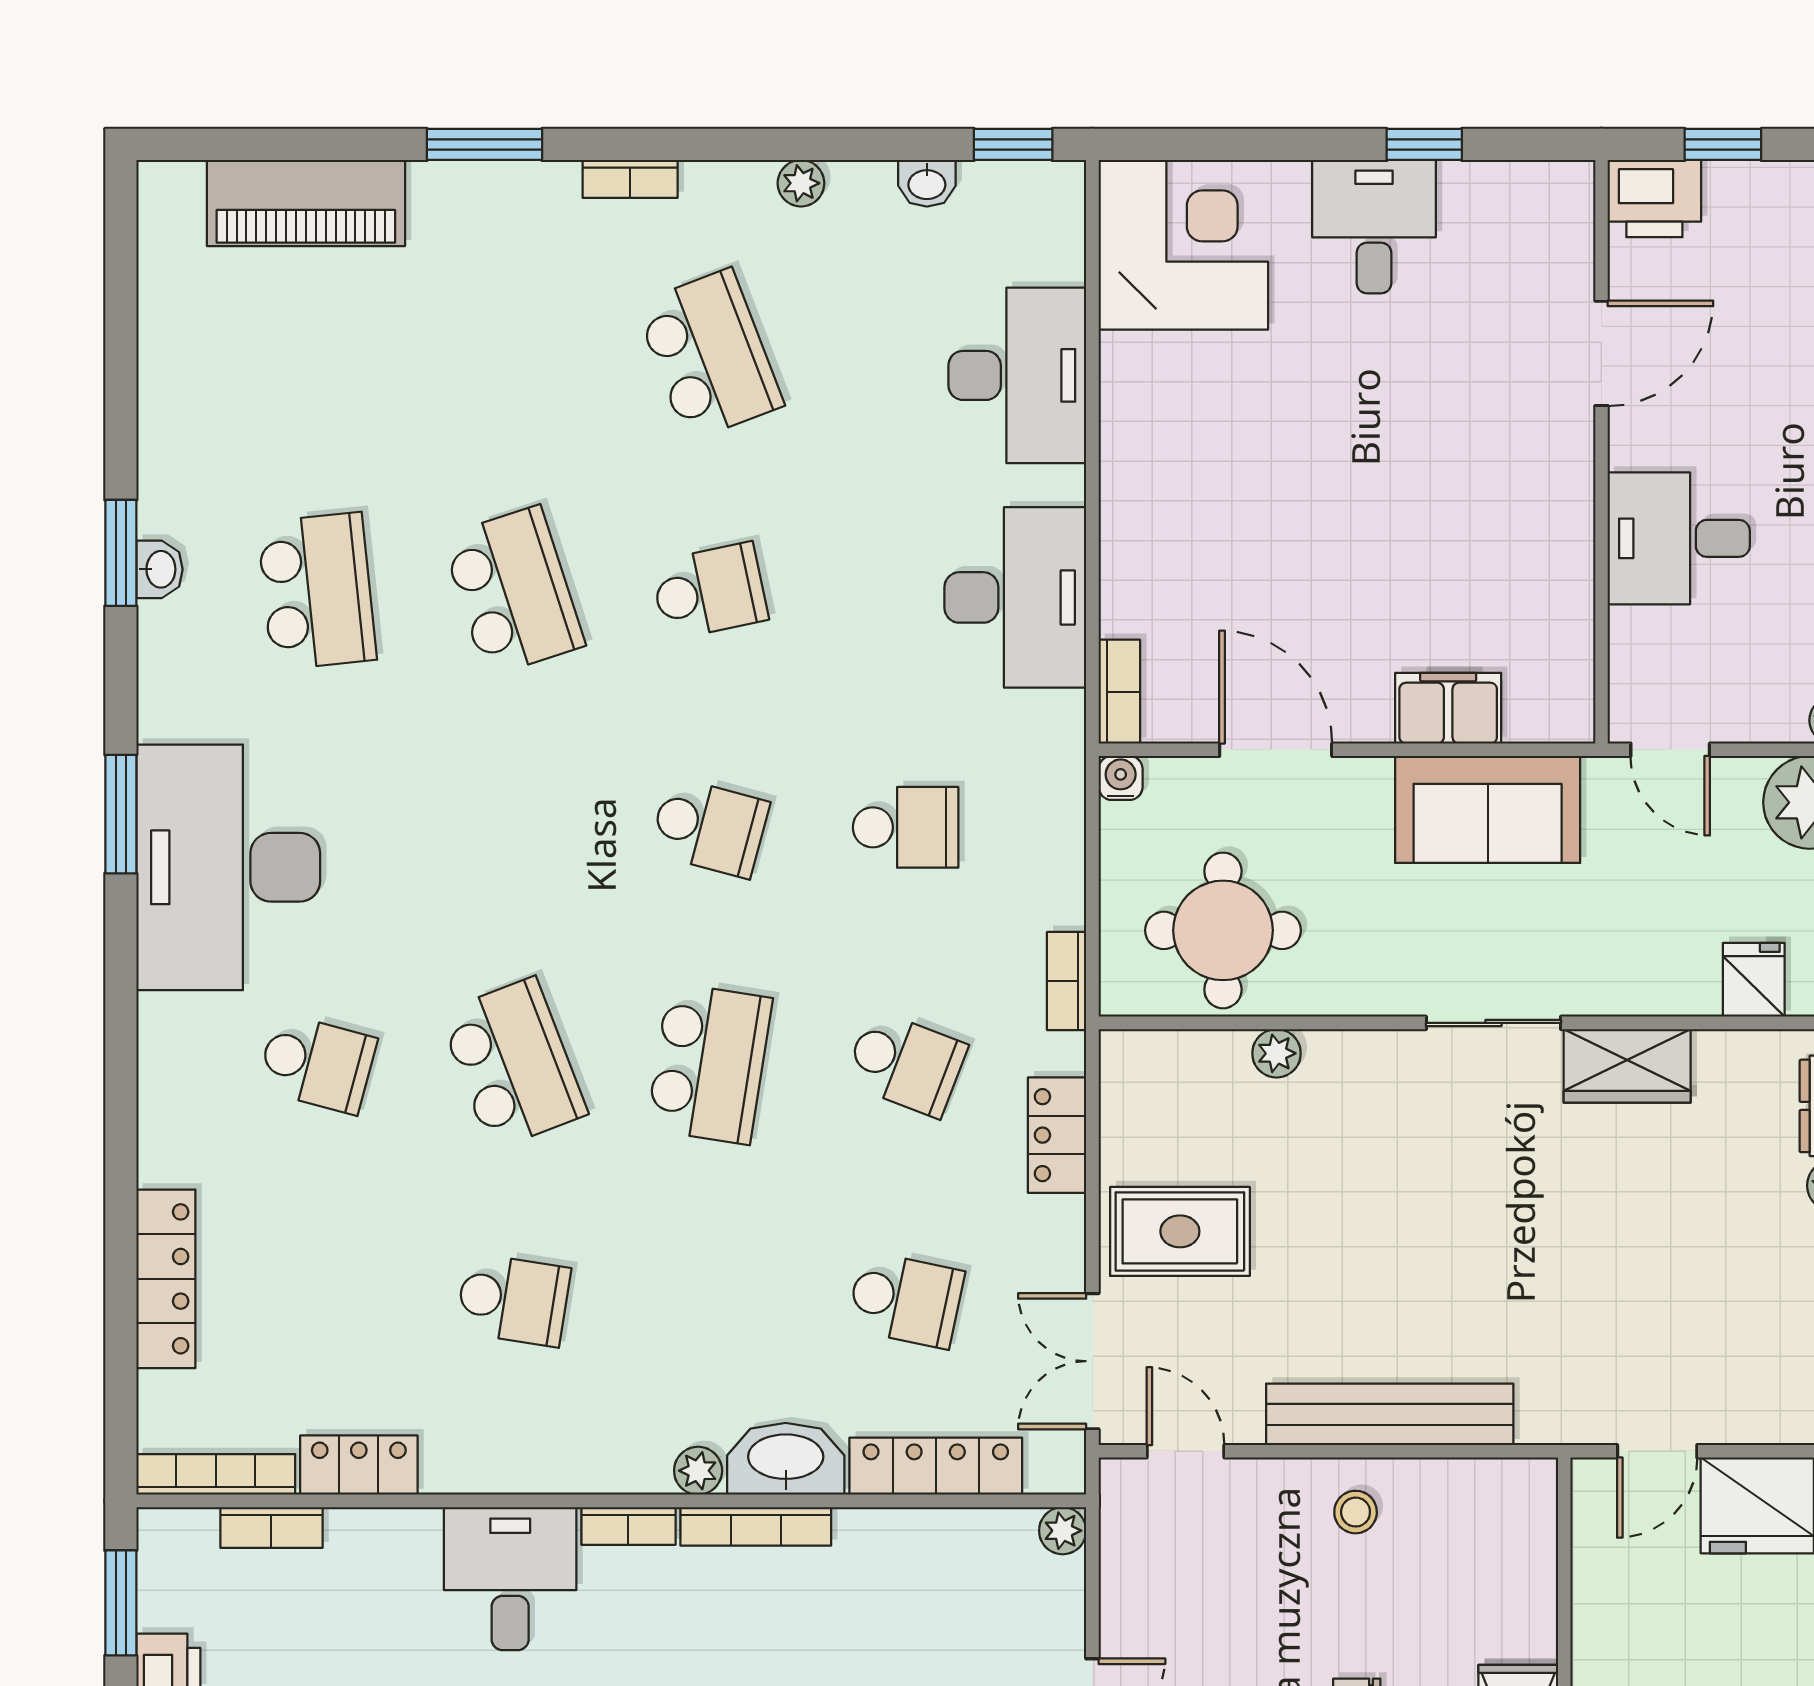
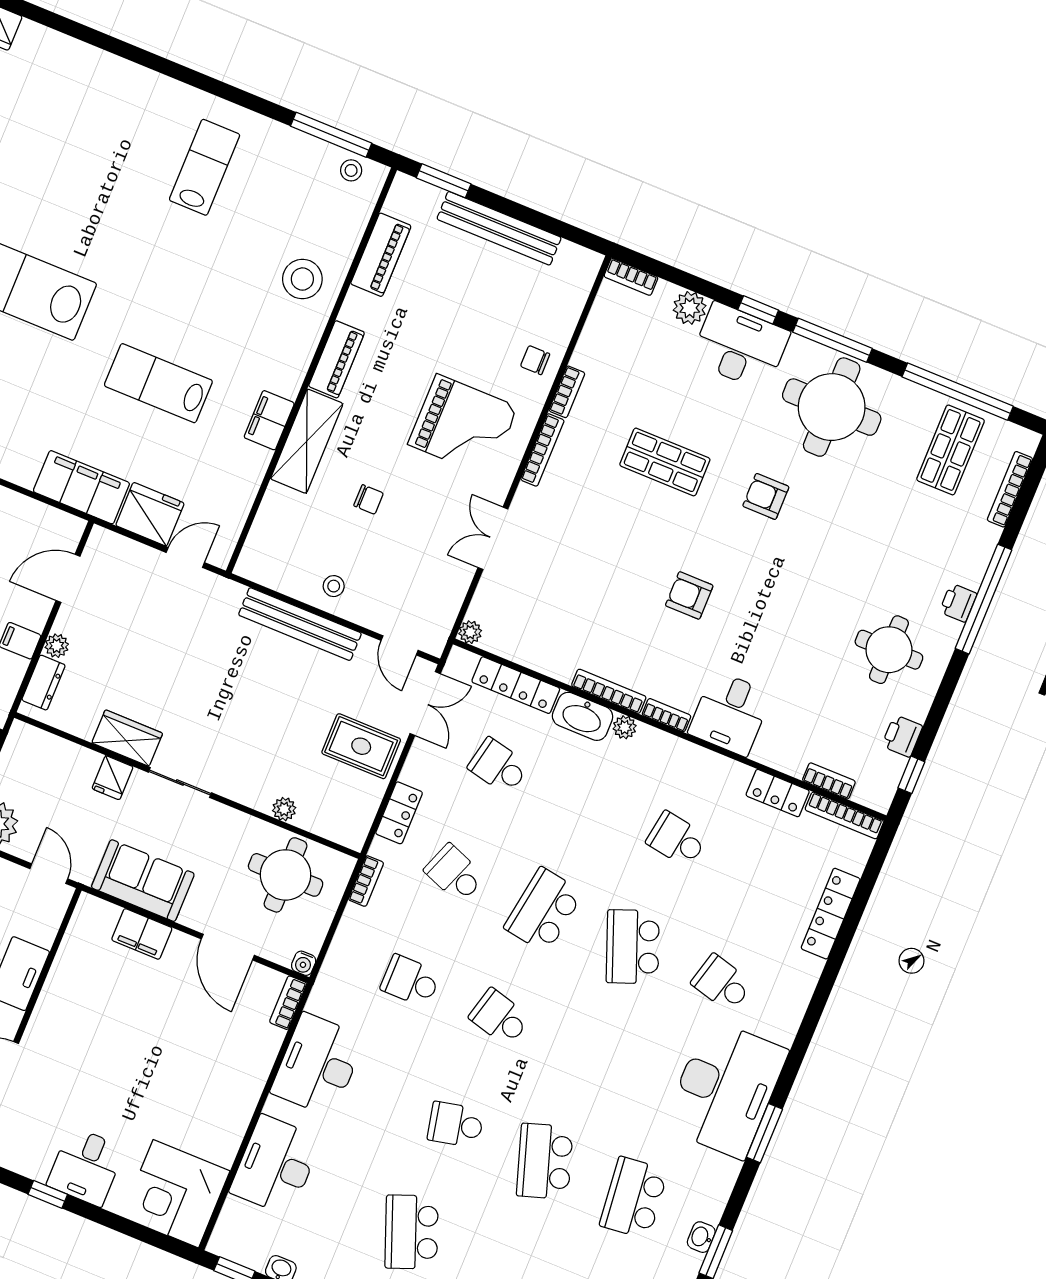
fridge: (1754, 980) -> (113, 778), moved
window: (121, 1603) -> (911, 775), width x0.67

